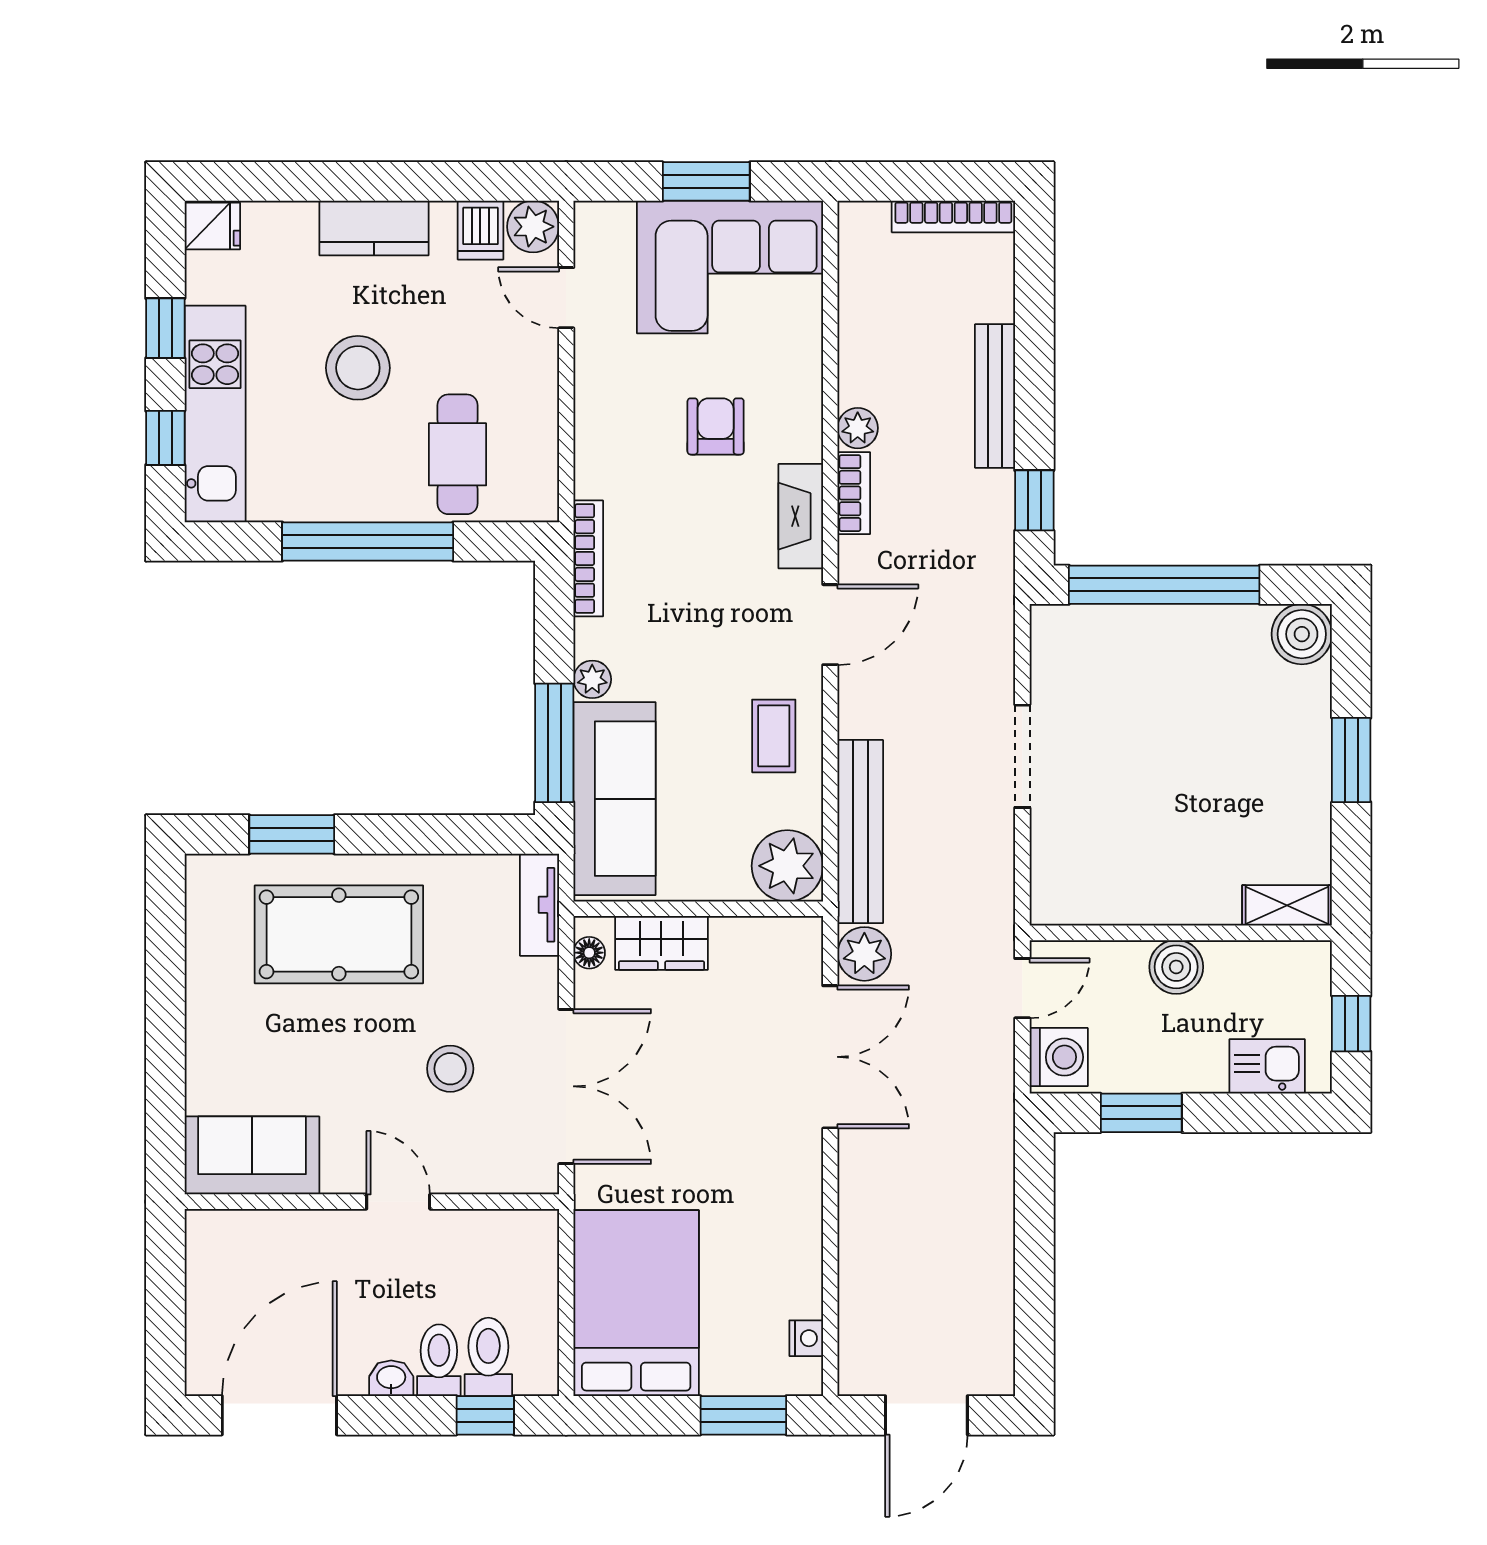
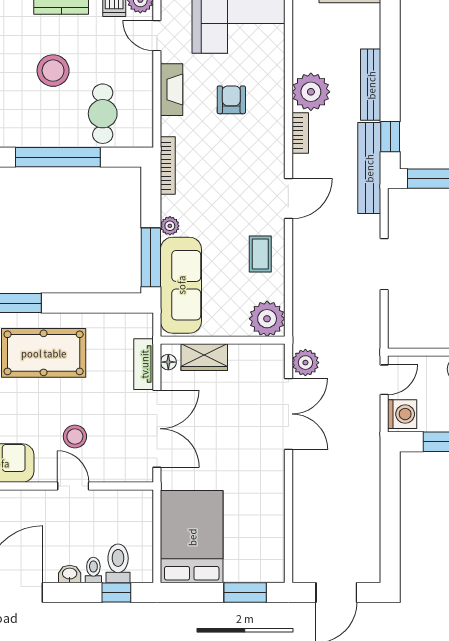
plant: (858, 428) -> (311, 92), width x1.88, depth x1.88
fireplace: (801, 516) -> (172, 90), moved, turned 180
bench: (860, 832) -> (369, 168), moved
tv unit: (539, 905) -> (144, 364), moved
stool: (450, 1069) -> (75, 436), moved
nightstand: (806, 1338) -> (276, 554), removed
toilet: (439, 1360) -> (93, 570), width x0.73, depth x0.72

